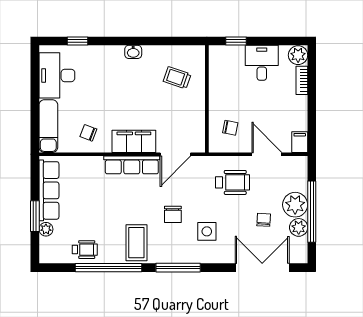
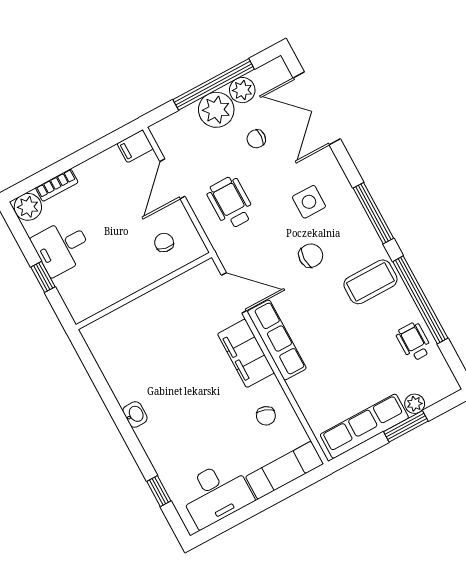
window: (236, 41) -> (43, 277), moved
trolley: (177, 78) -> (137, 342), removed

